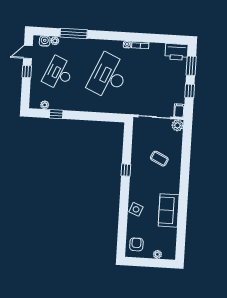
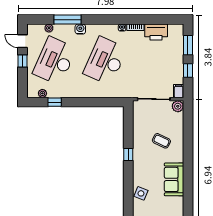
water cooler: (45, 41) -> (80, 29), moved
door: (28, 52) -> (22, 41), hinge flipped
printer: (176, 52) -> (156, 32), moved
desk: (59, 73) -> (55, 61), width x1.36, depth x1.30
sofa: (169, 210) -> (174, 179), moved

